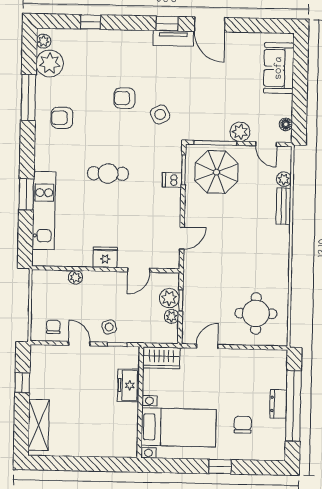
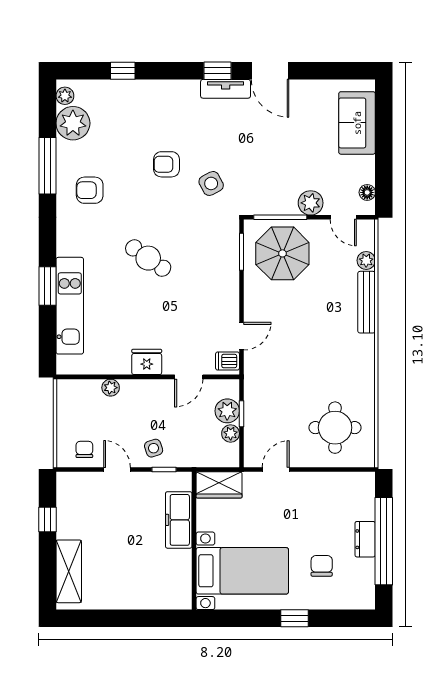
cafe table: (108, 174) -> (148, 258), turned 35
dishwasher: (172, 180) -> (228, 361), moved
bench: (284, 206) -> (367, 302), width x1.36
freezer: (128, 385) -> (179, 520), width x1.40

